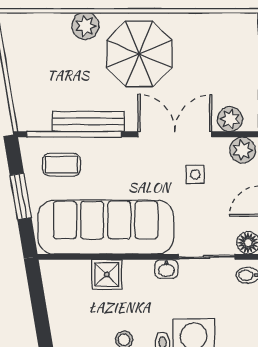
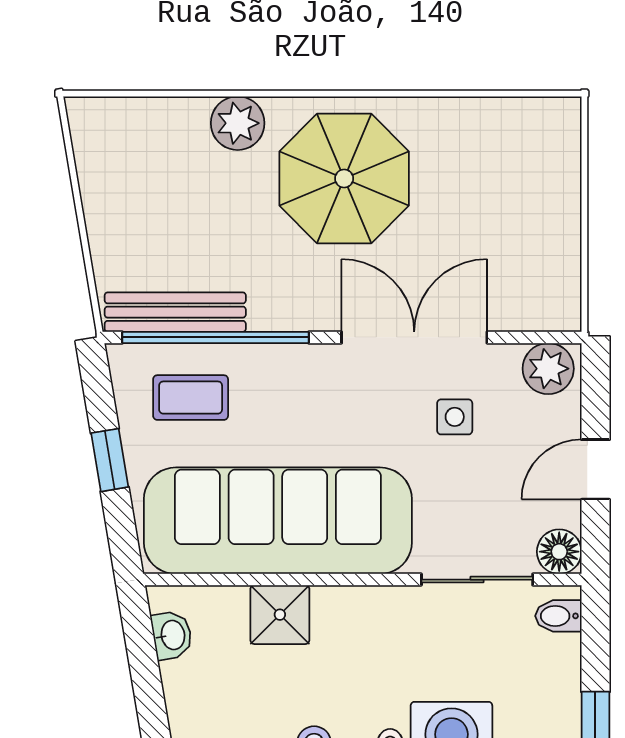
plant: (230, 119) -> (523, 307), removed
bench: (88, 121) -> (175, 312), moved
window: (21, 196) -> (110, 460), width x0.67
washbasin: (166, 269) -> (172, 635), moved, turned -99

